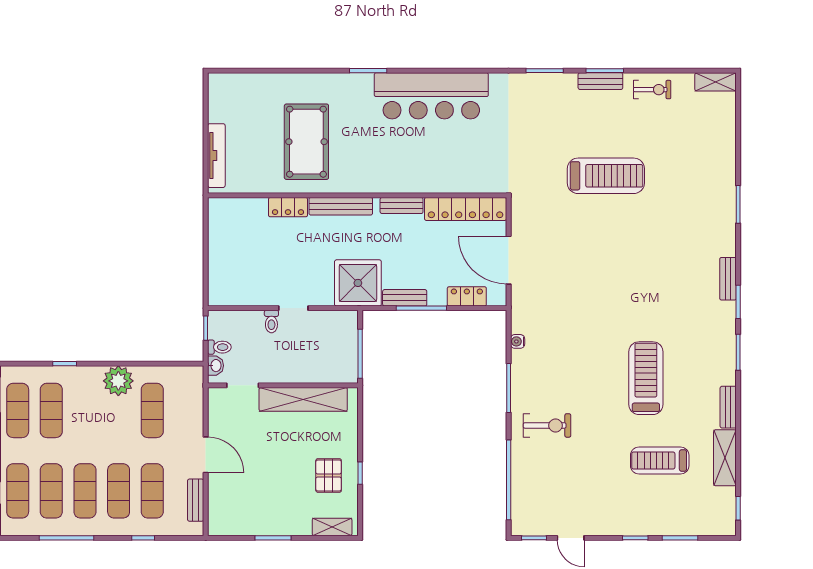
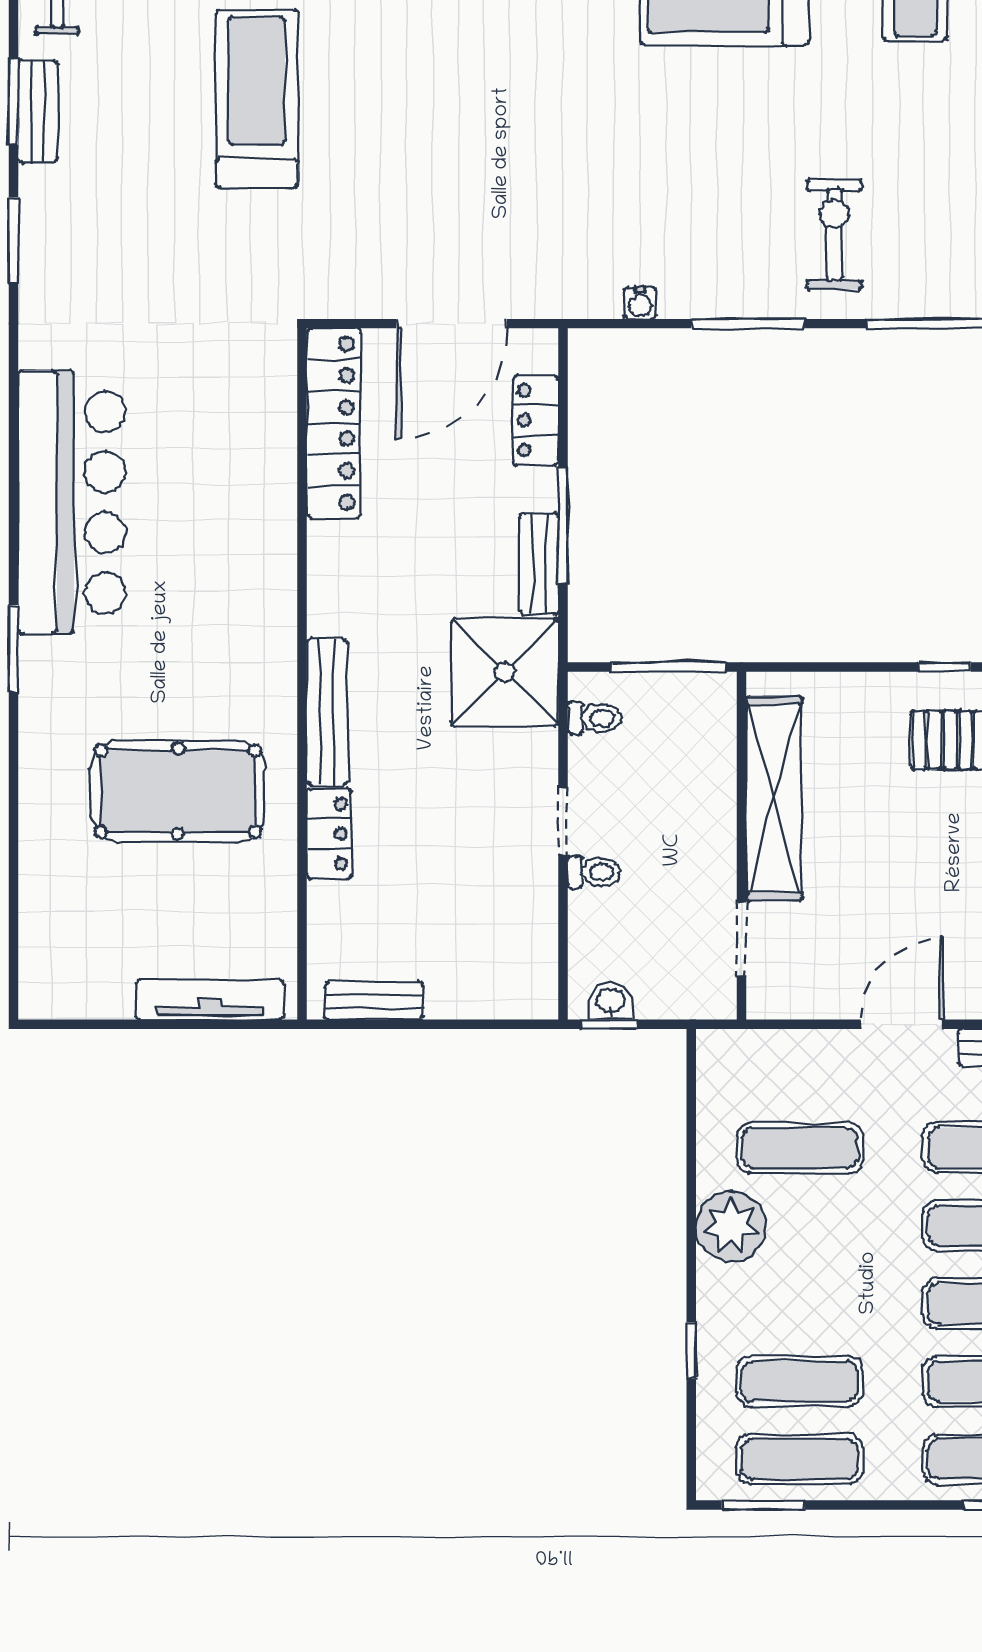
bench: (402, 205) -> (374, 1001), moved, turned 90
toilet: (219, 347) -> (595, 718), moved, turned 90
washbasin: (216, 366) -> (610, 1001), moved

